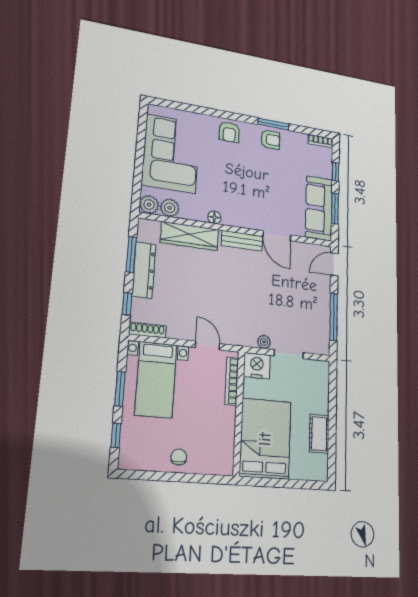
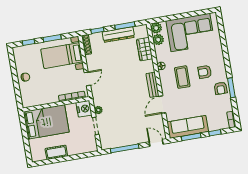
armchair: (229, 132) -> (205, 72), moved
coffee table: (240, 191) -> (182, 77), added
wardrobe: (190, 236) -> (145, 49), width x0.67

